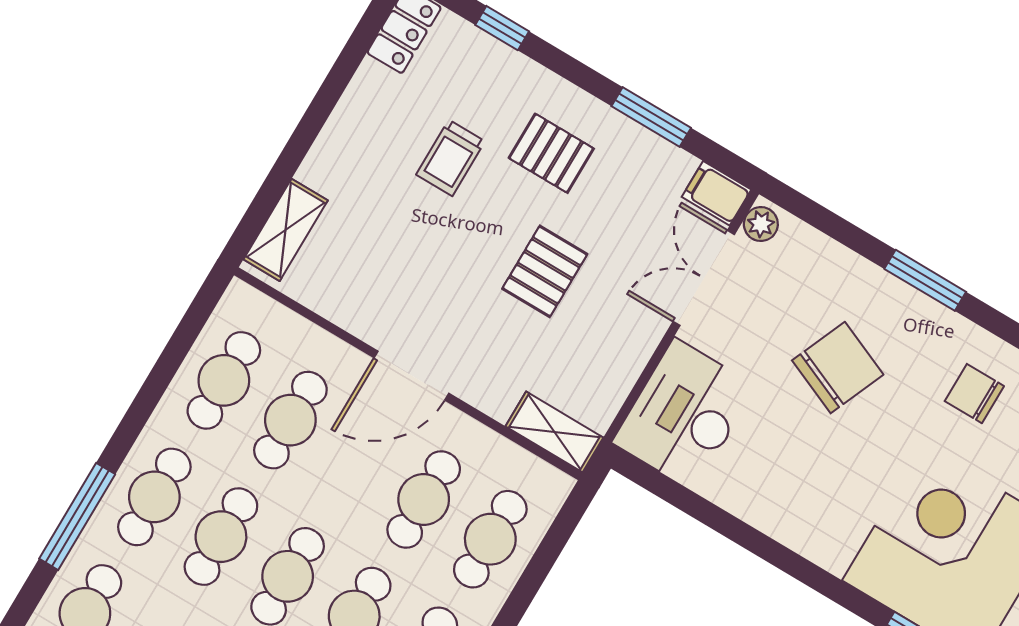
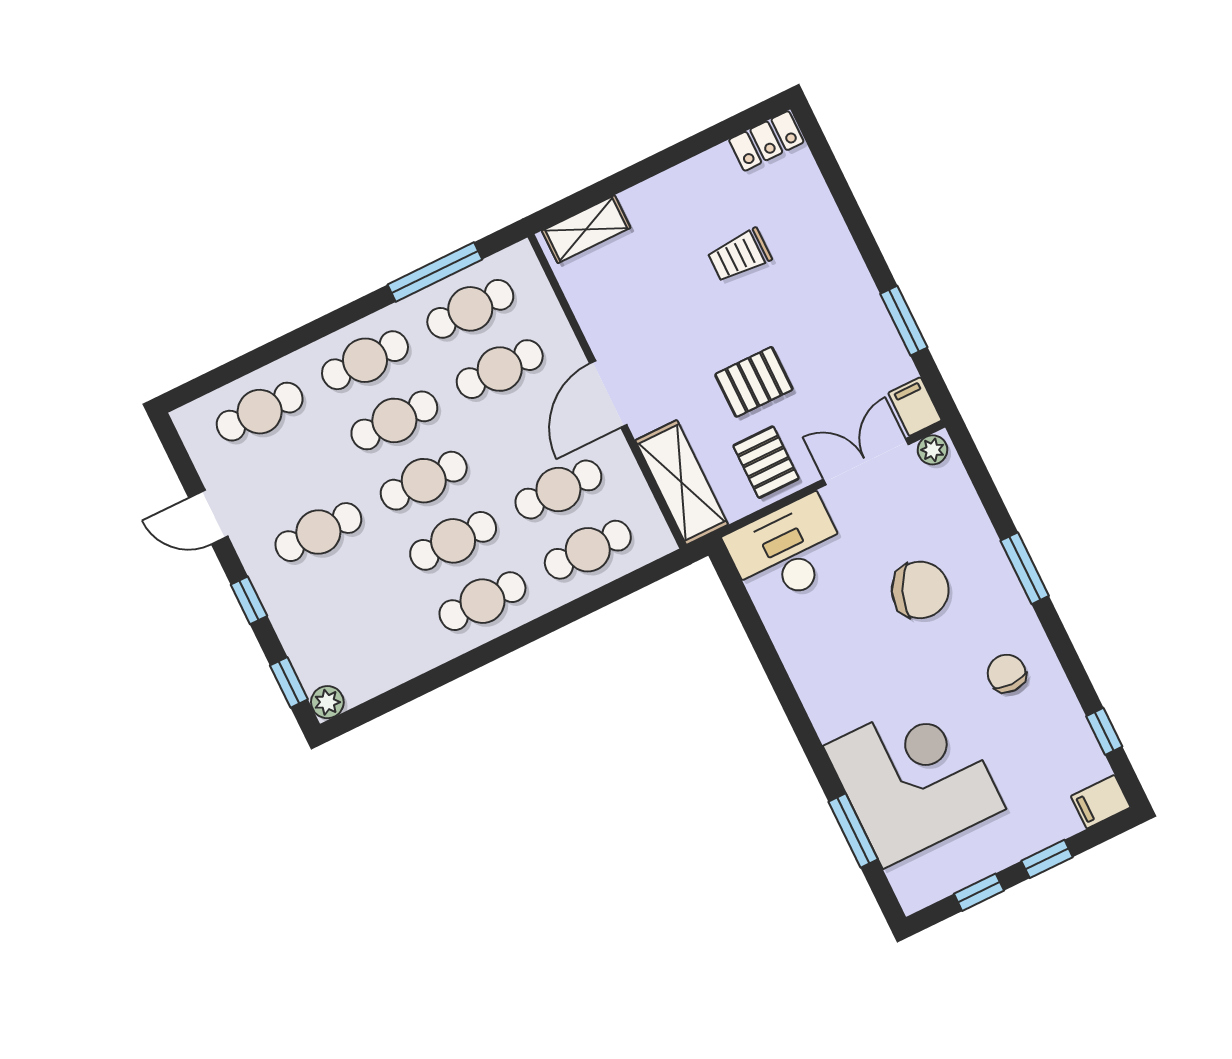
window: (502, 28) -> (838, 186), removed
pallet: (551, 153) -> (766, 462), moved
door: (411, 376) -> (608, 394), hinge flipped
shelving: (554, 432) -> (682, 482), width x1.50, depth x1.33
window: (77, 516) -> (435, 272), moved

